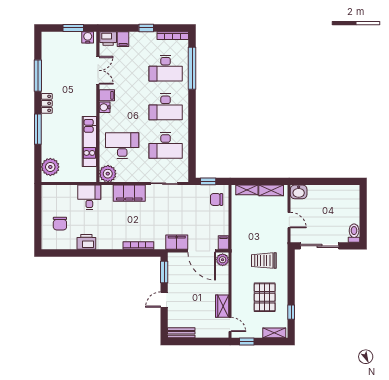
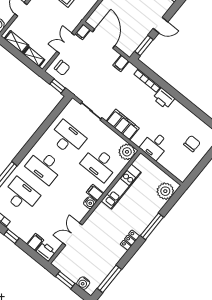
water cooler: (88, 37) -> (83, 283), moved
window: (38, 76) -> (109, 279), moved
filing cabinet: (107, 95) -> (95, 193), moved
desk: (166, 107) -> (44, 167), turned 180
double door: (230, 222) -> (66, 43), added
printer: (86, 242) -> (164, 98), moved
filing cabinet: (177, 242) -> (121, 63), width x0.50
plant: (223, 260) -> (94, 20), removed

